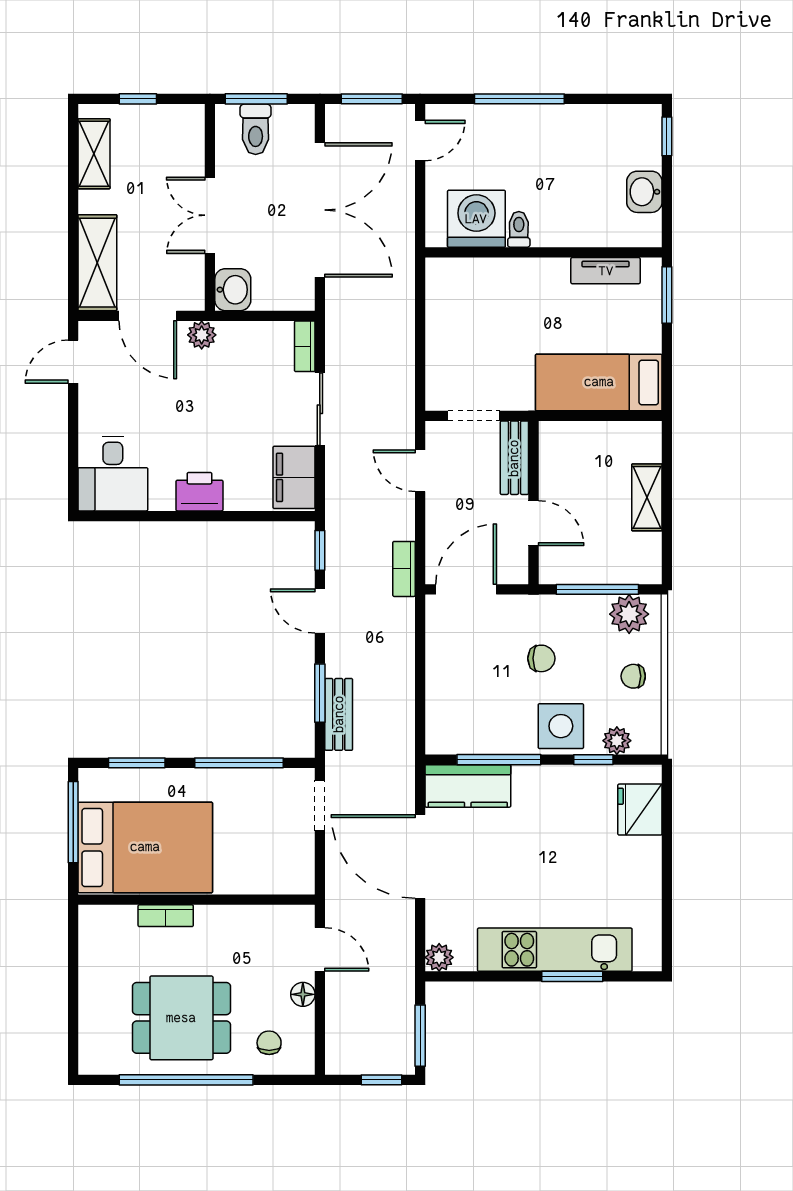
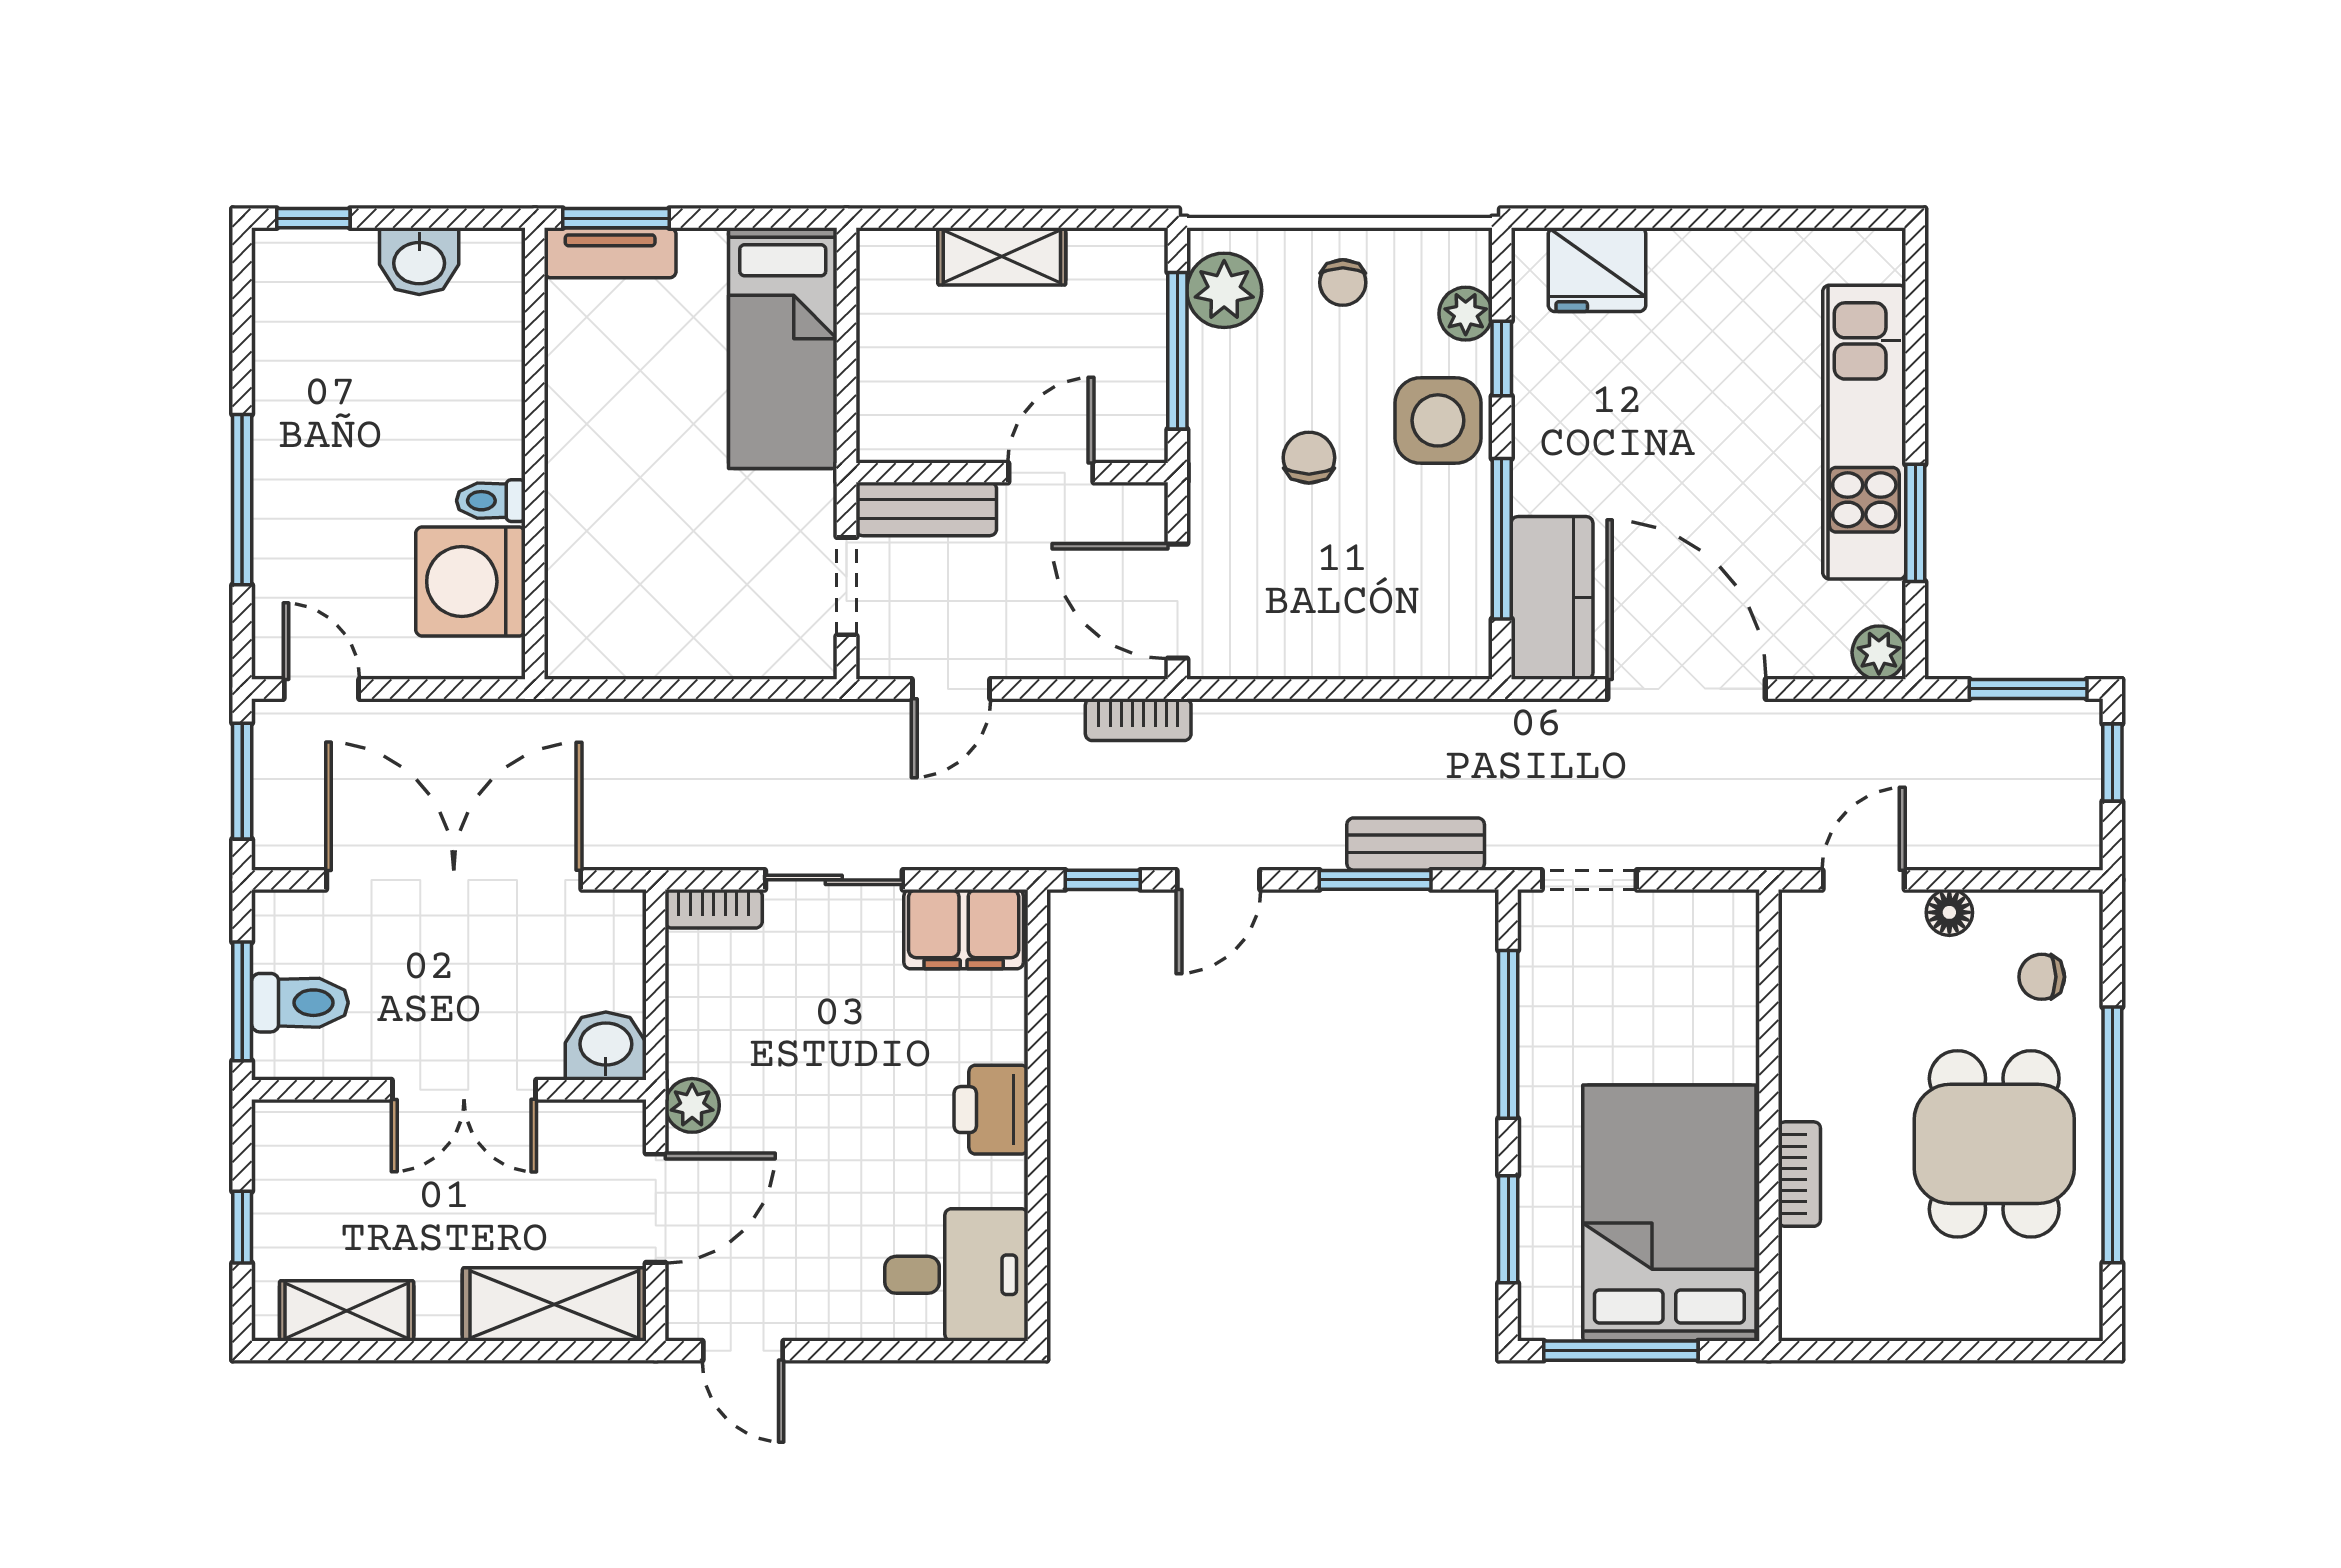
tv unit: (606, 271) -> (610, 253), moved, turned 90
door: (420, 856) -> (1686, 689), swing flipped
window: (572, 976) -> (1915, 523), moved

